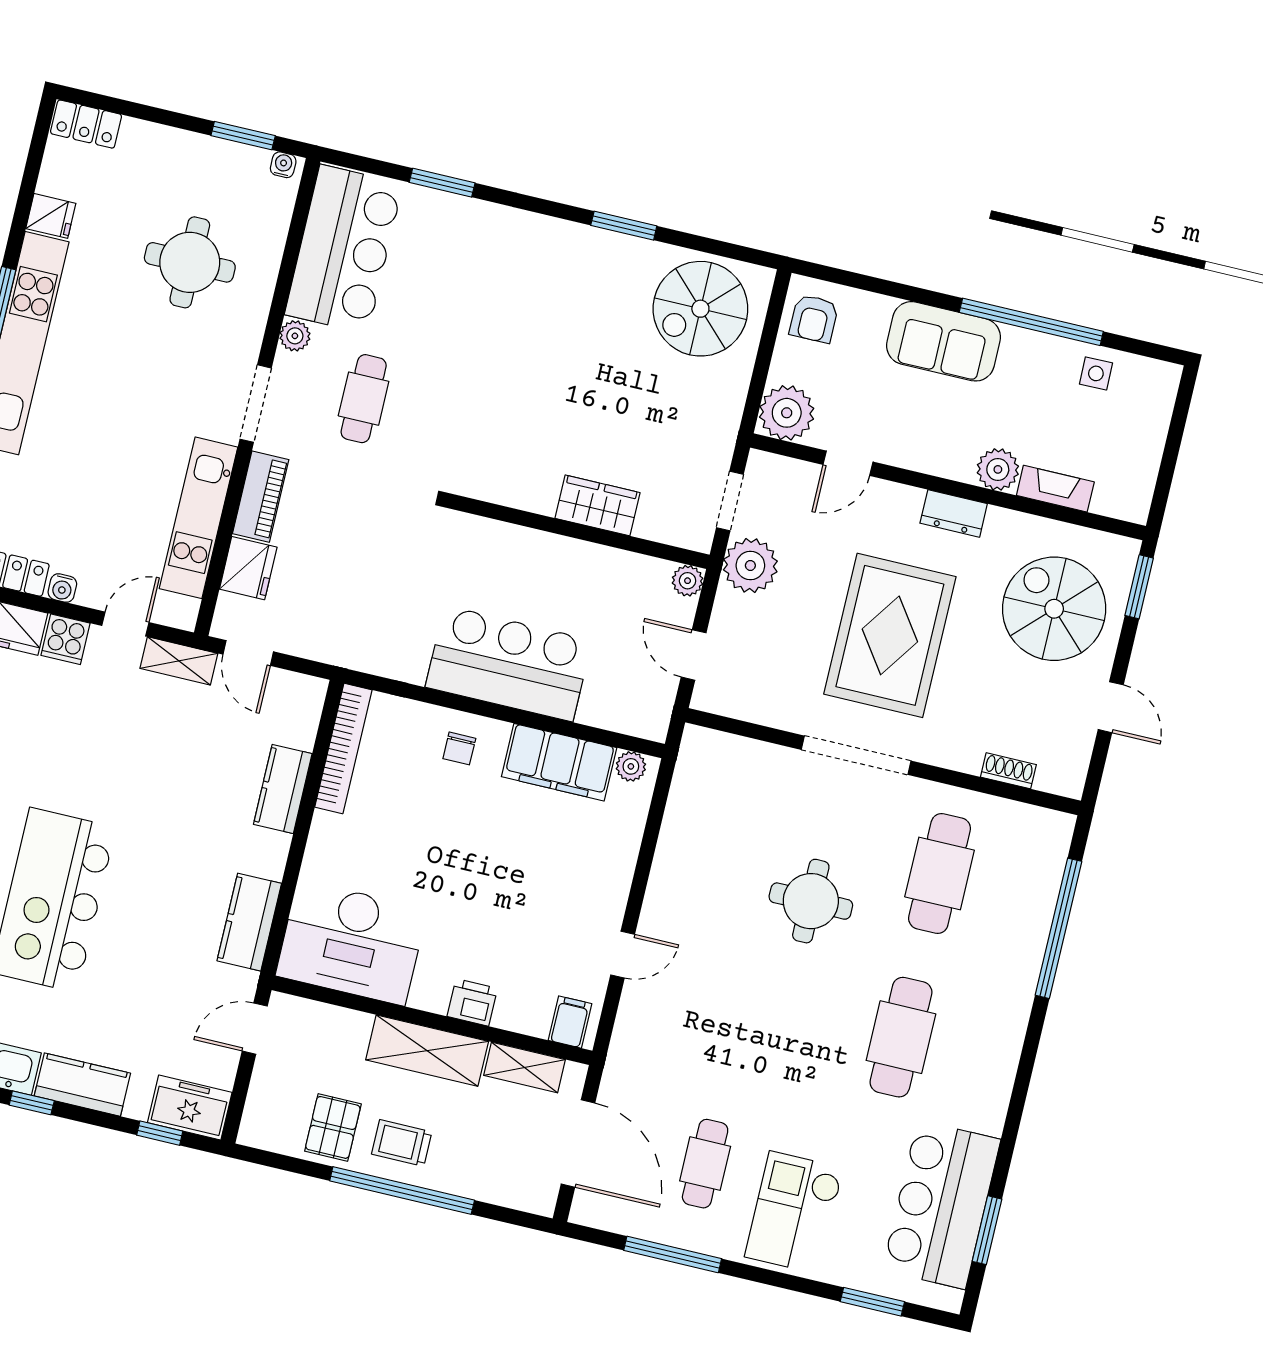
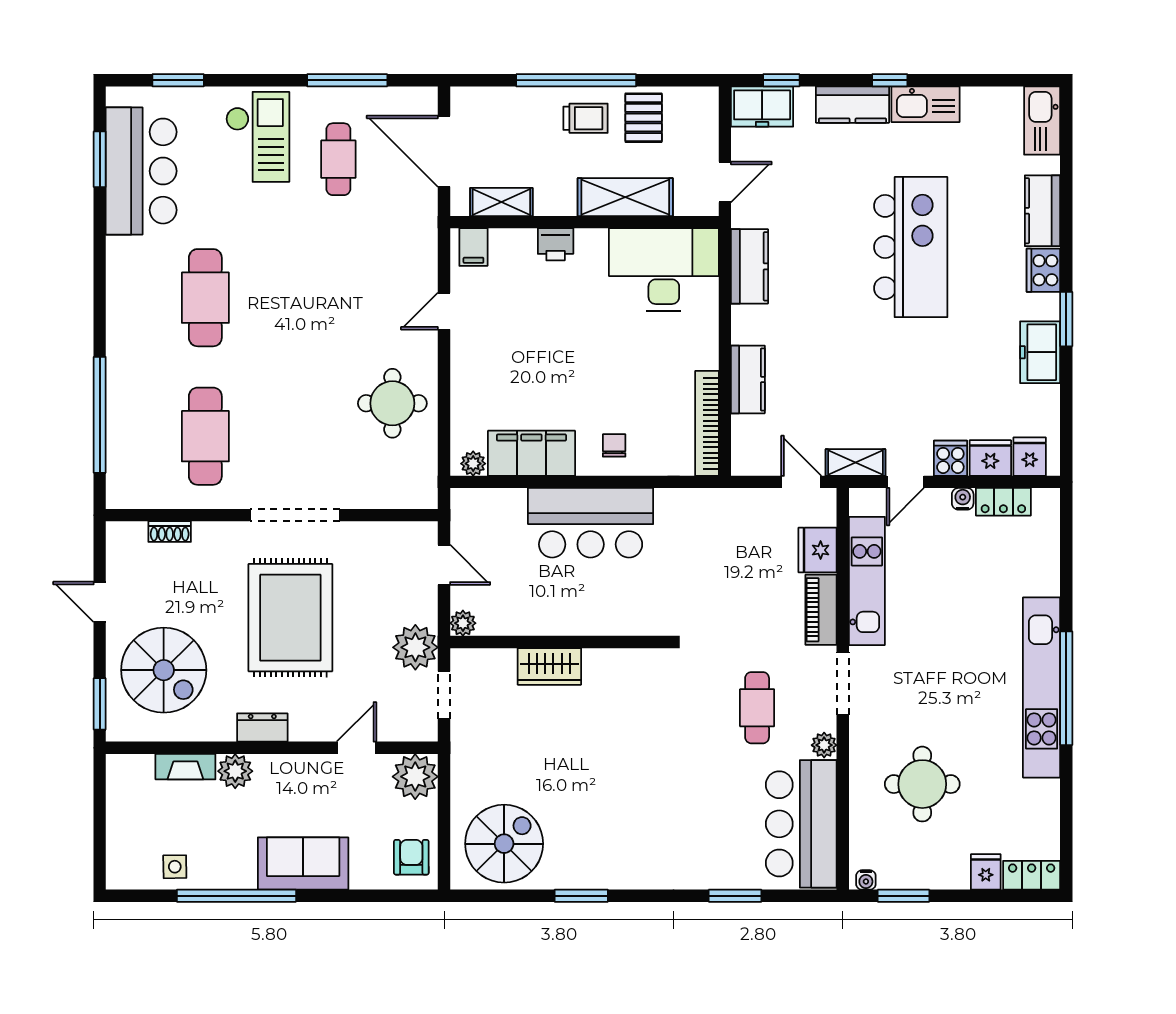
fridge: (51, 216) -> (986, 872), moved, turned 90
round table: (811, 901) -> (392, 403), moved
shelving: (427, 1051) -> (625, 197), moved

